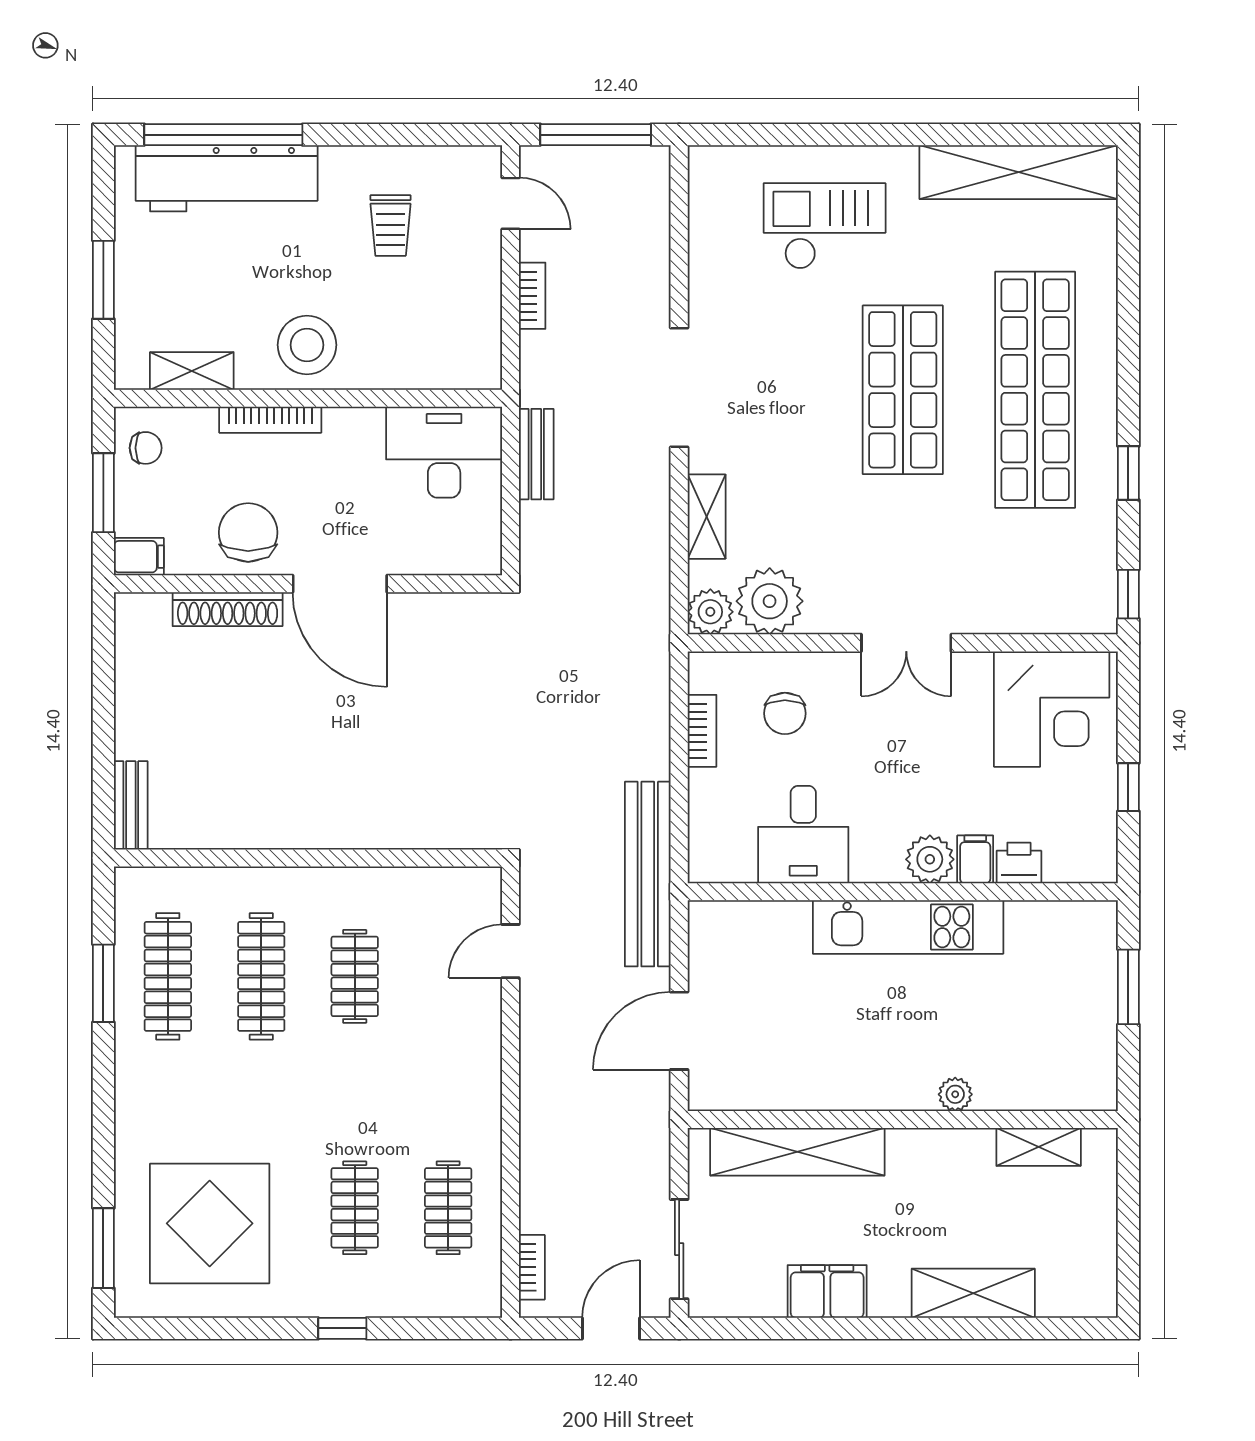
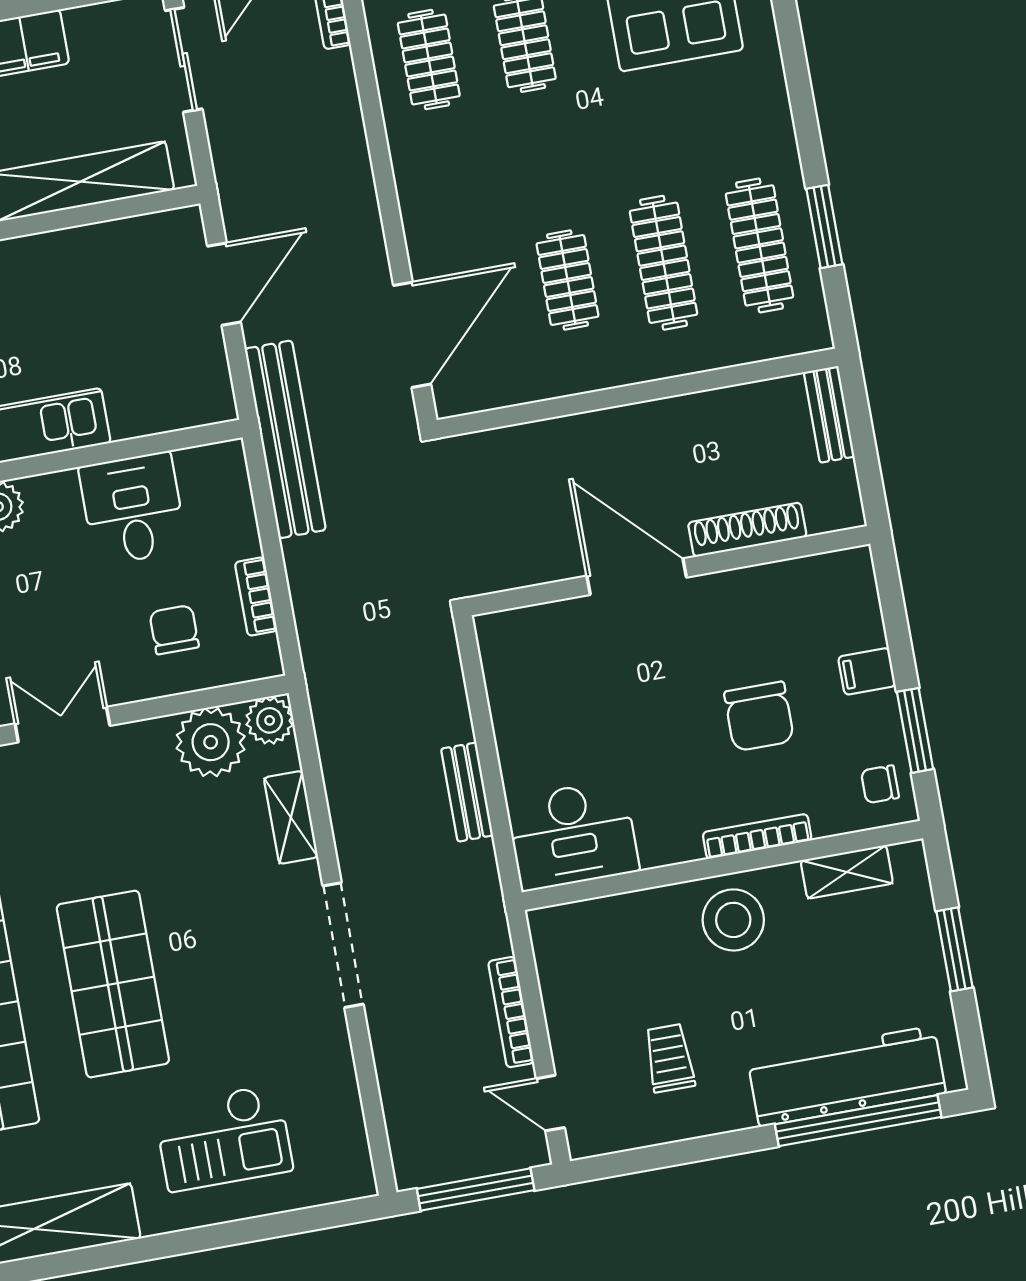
bookcase: (532, 296) -> (511, 1012), width x1.56
bench: (536, 454) -> (467, 792), moved
wall: (308, 584) -> (669, 571), moved
door: (340, 584) -> (637, 577), moved
shoe rack: (228, 609) -> (747, 530), moved
door: (510, 951) -> (412, 335), width x1.88

